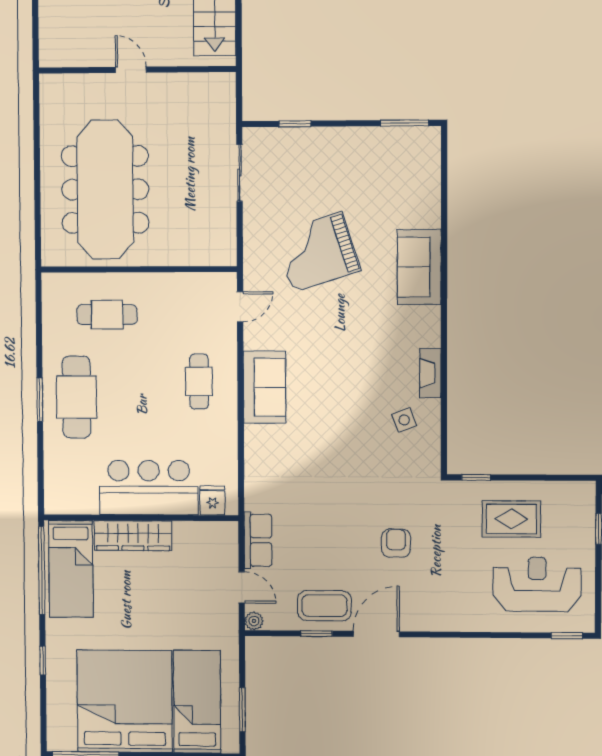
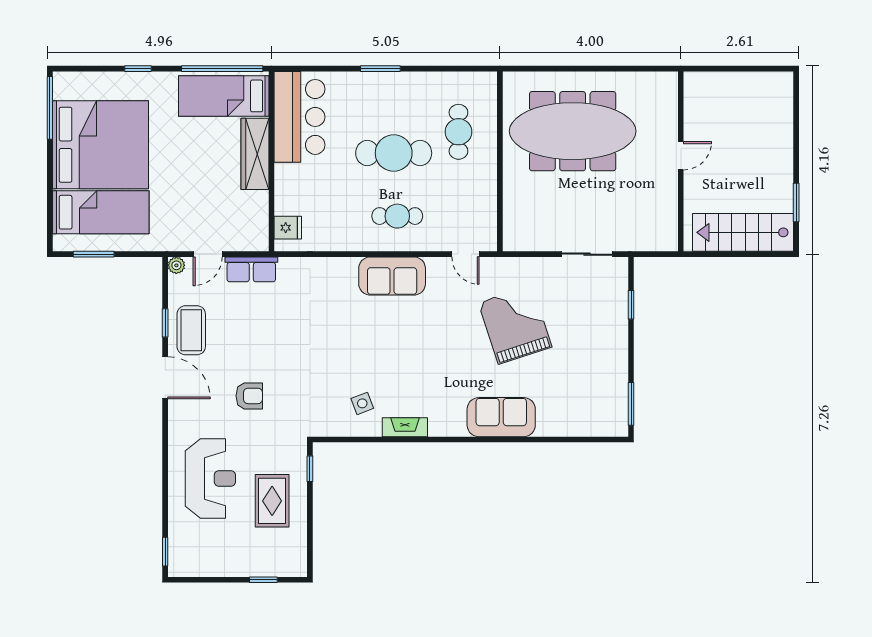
cafe table: (77, 397) -> (394, 153), moved
bar counter: (149, 488) -> (300, 117), moved
reception desk: (537, 584) -> (210, 478), moved

